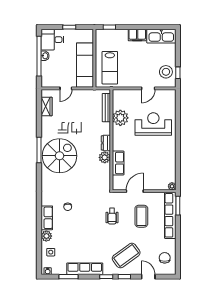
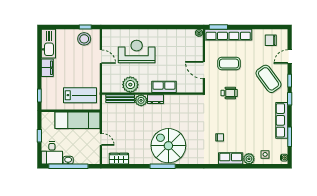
reception desk: (153, 124) -> (137, 52), turned 90
plant: (105, 157) -> (141, 100), moved
row of seats: (118, 163) -> (164, 87), moved

